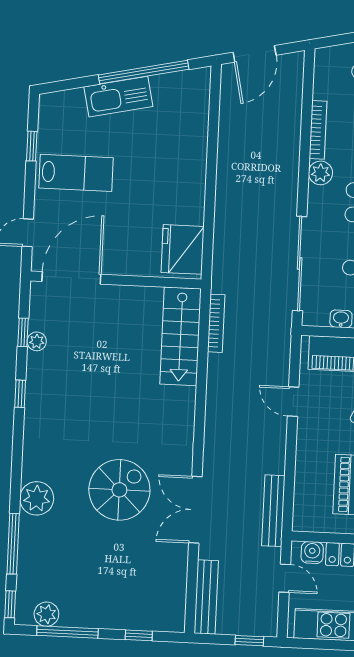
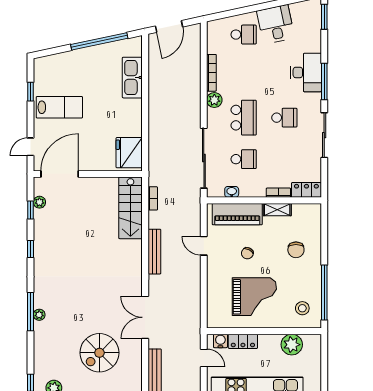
kitchen sink: (118, 97) -> (132, 78), moved, turned 102
bookcase: (216, 323) -> (153, 198), width x0.64
plant: (37, 341) -> (39, 202), moved
spiral stairs: (119, 490) -> (99, 353), moved, turned 180
plant: (37, 498) -> (39, 315), width x0.53, depth x0.53
bench: (273, 511) -> (154, 252), moved
window: (13, 544) -> (31, 312), moved

